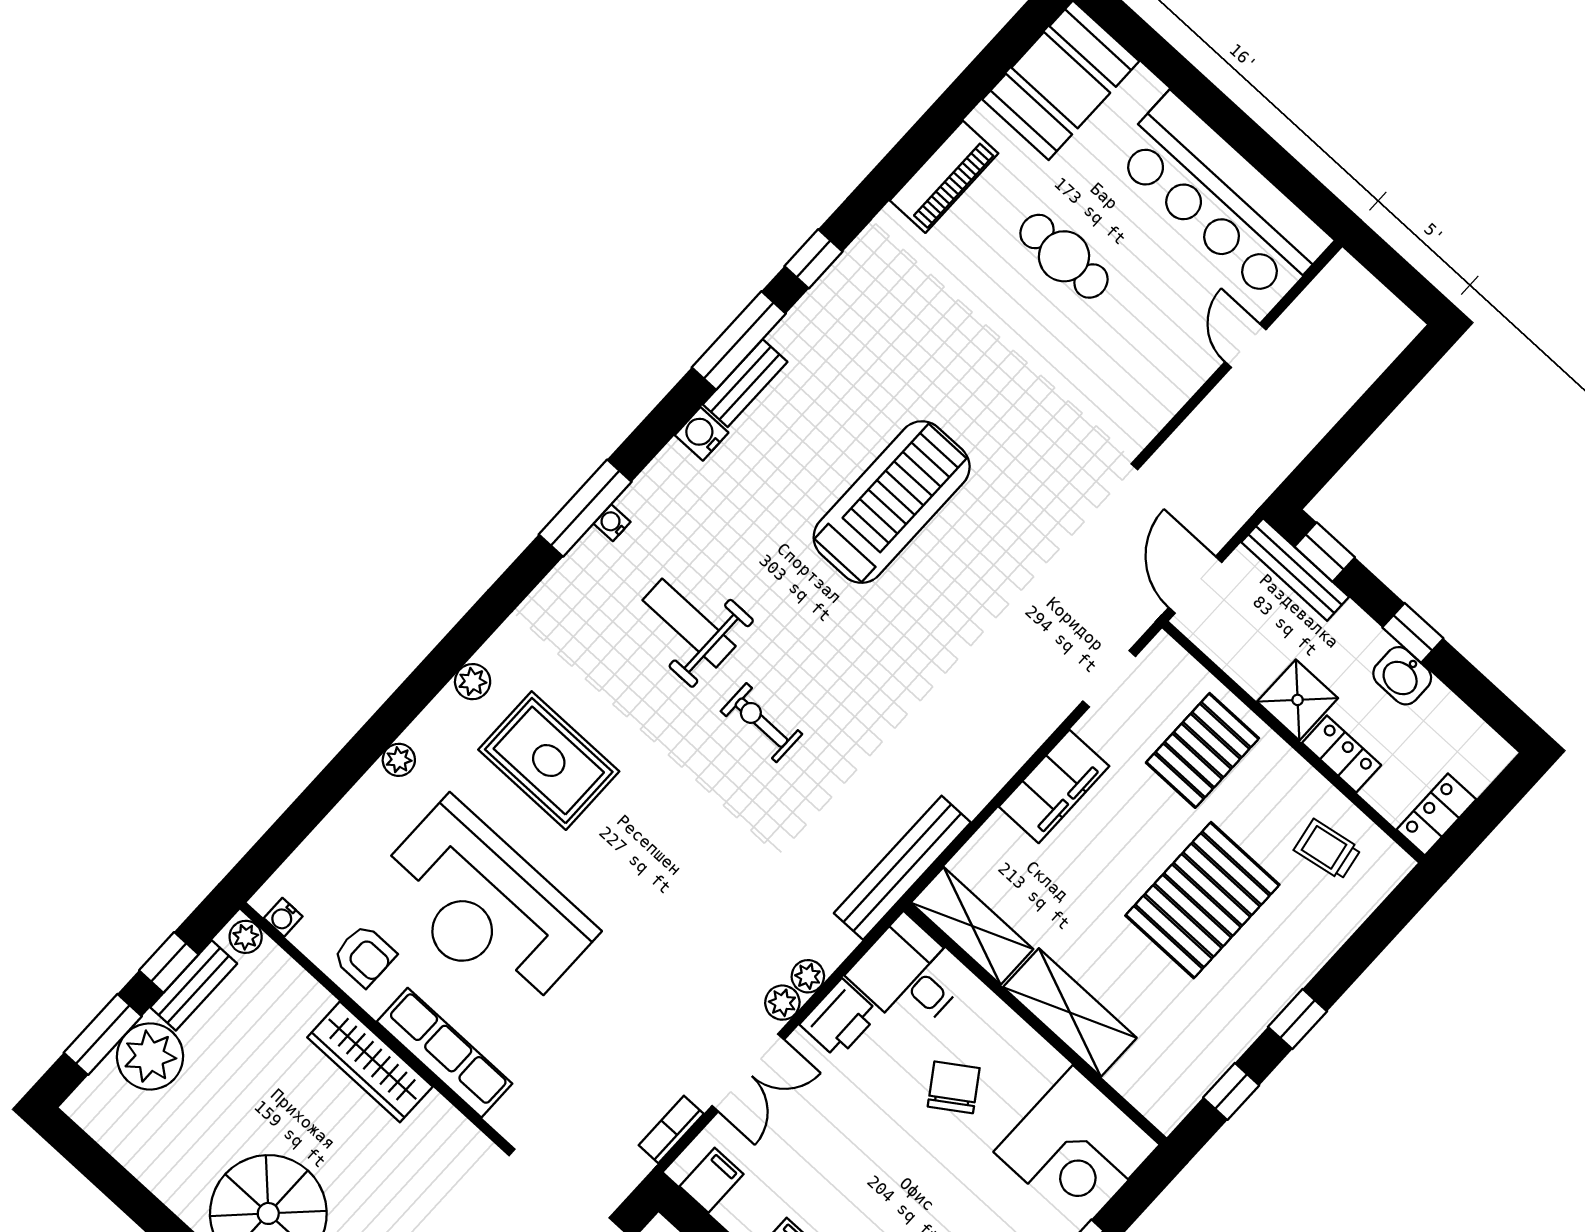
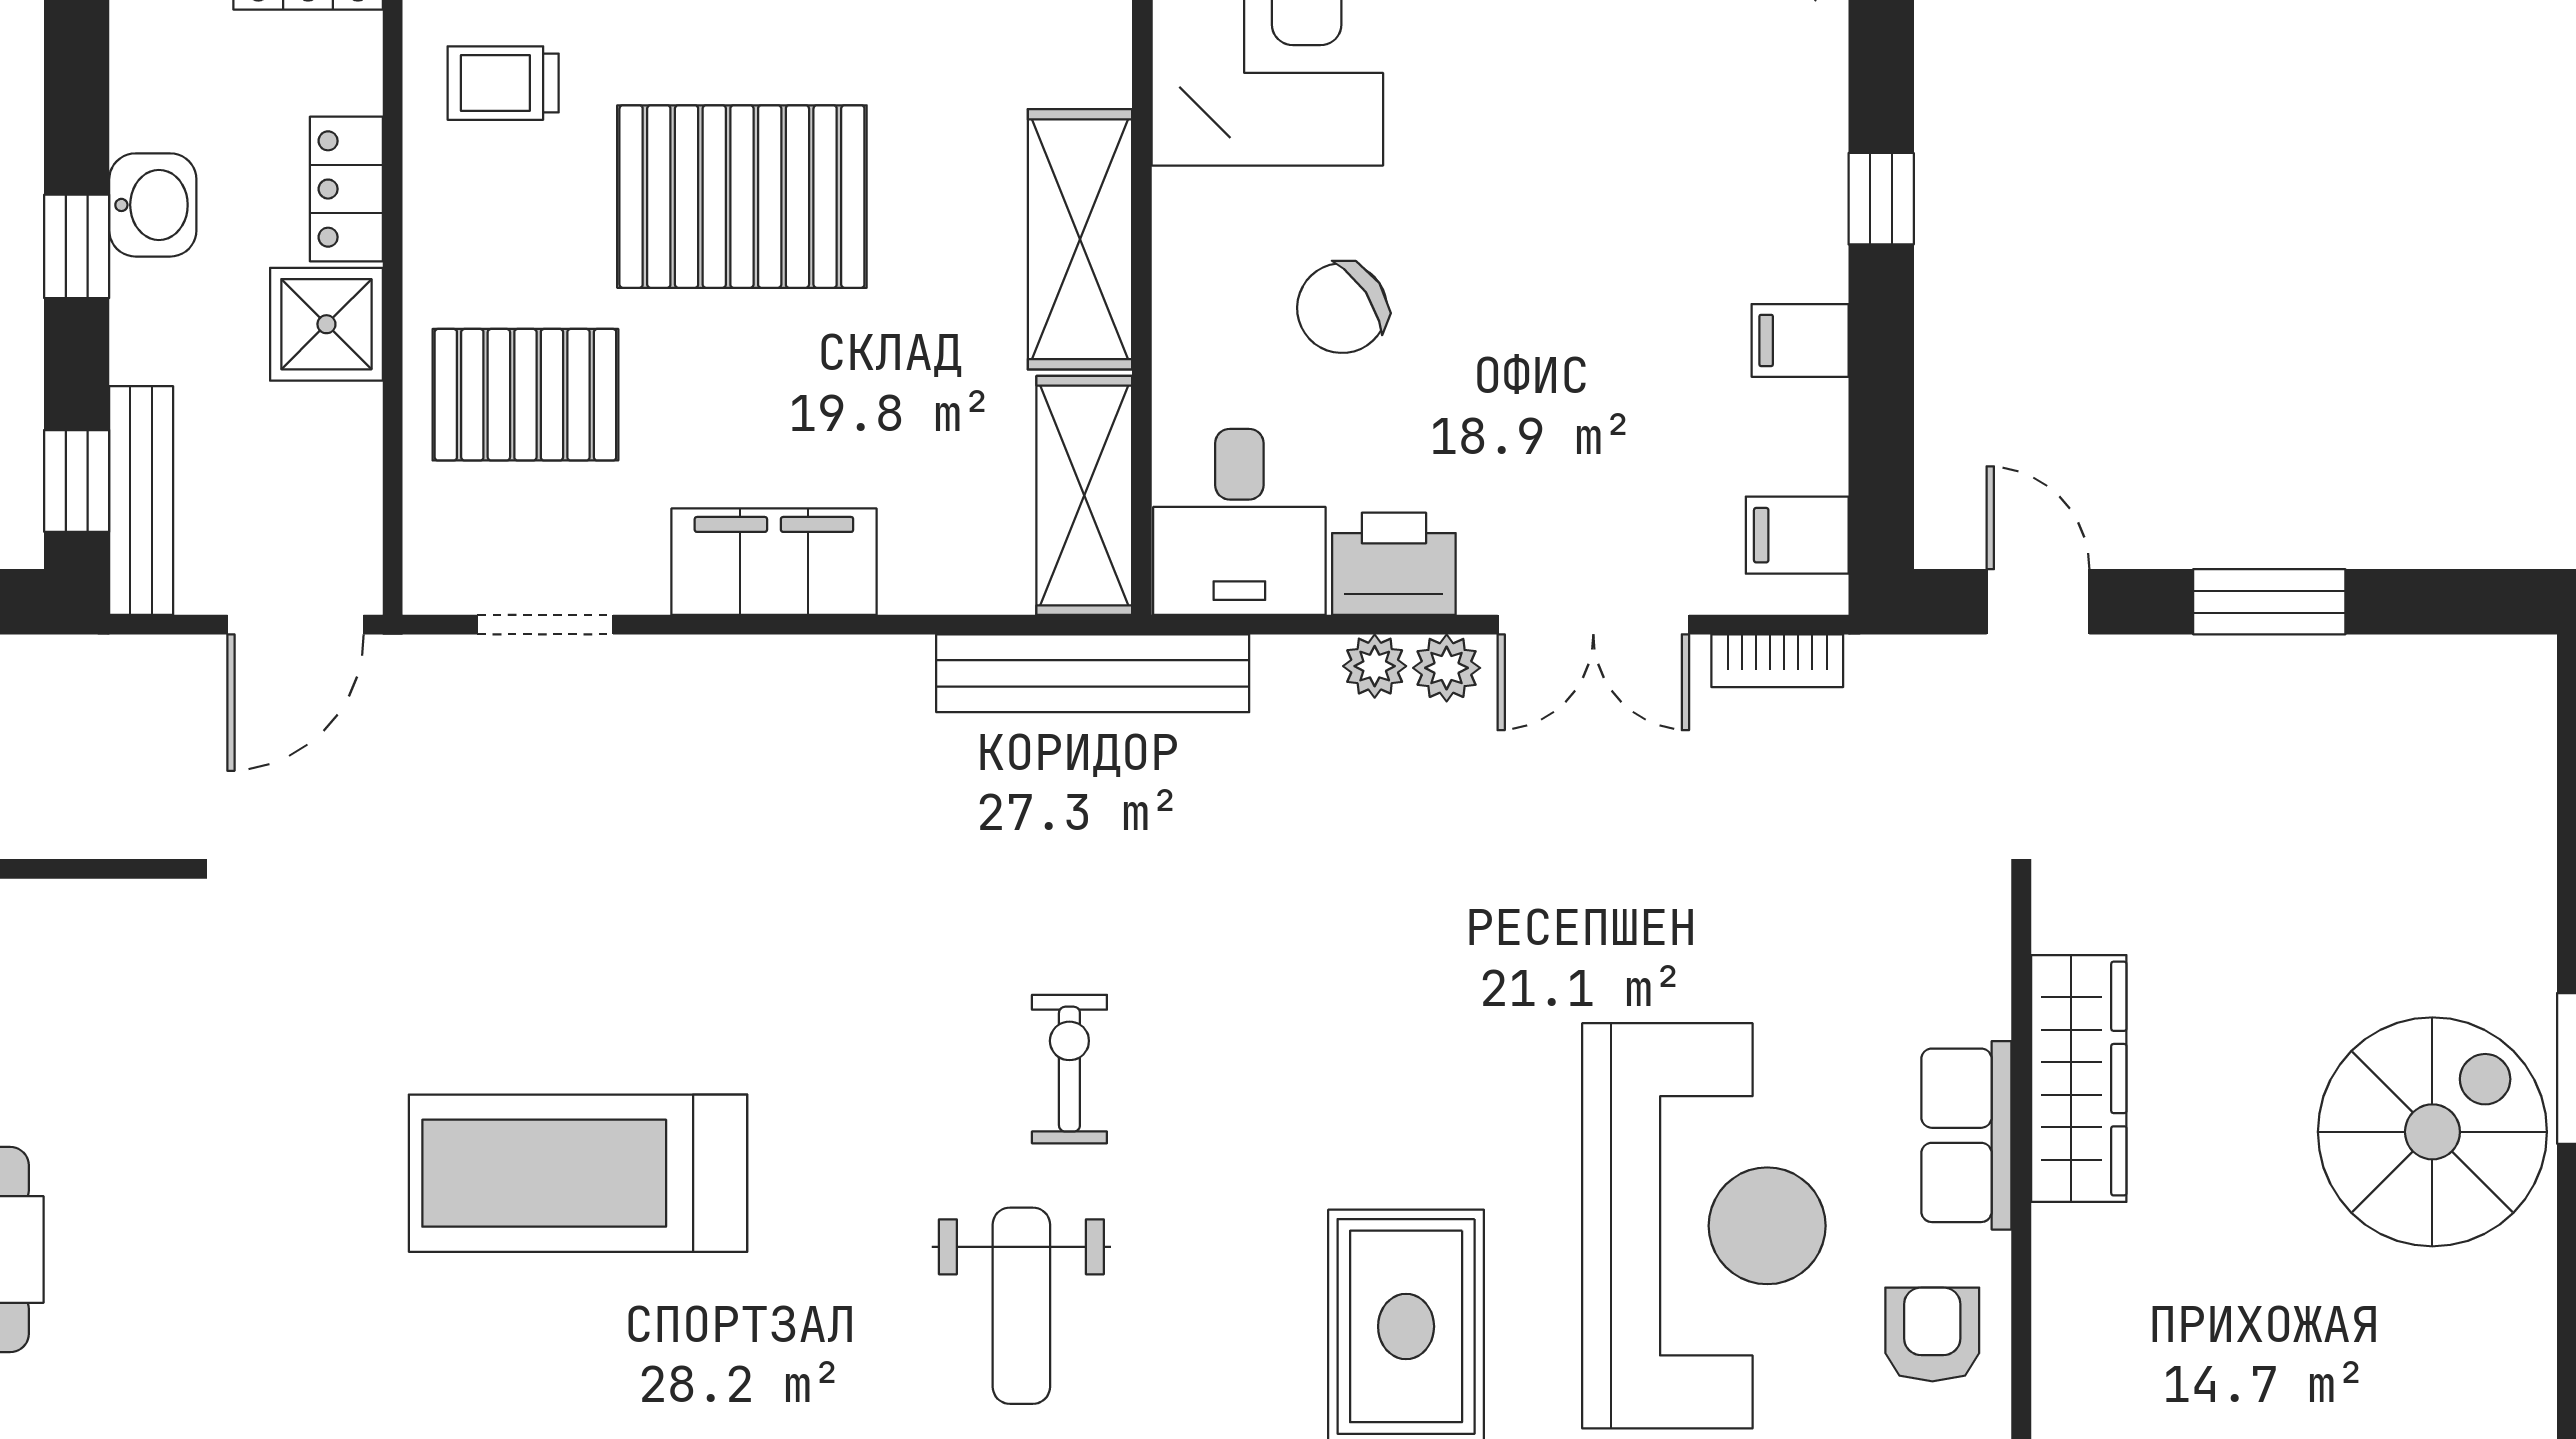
exercise bike: (761, 723) -> (1069, 1069), turned 180
trolley: (1327, 849) -> (503, 83), turned 100
row of seats: (445, 1053) -> (1966, 1135), width x0.68
wardrobe: (370, 1062) -> (2079, 1079), moved
double door: (748, 1073) -> (1593, 625), swing flipped

